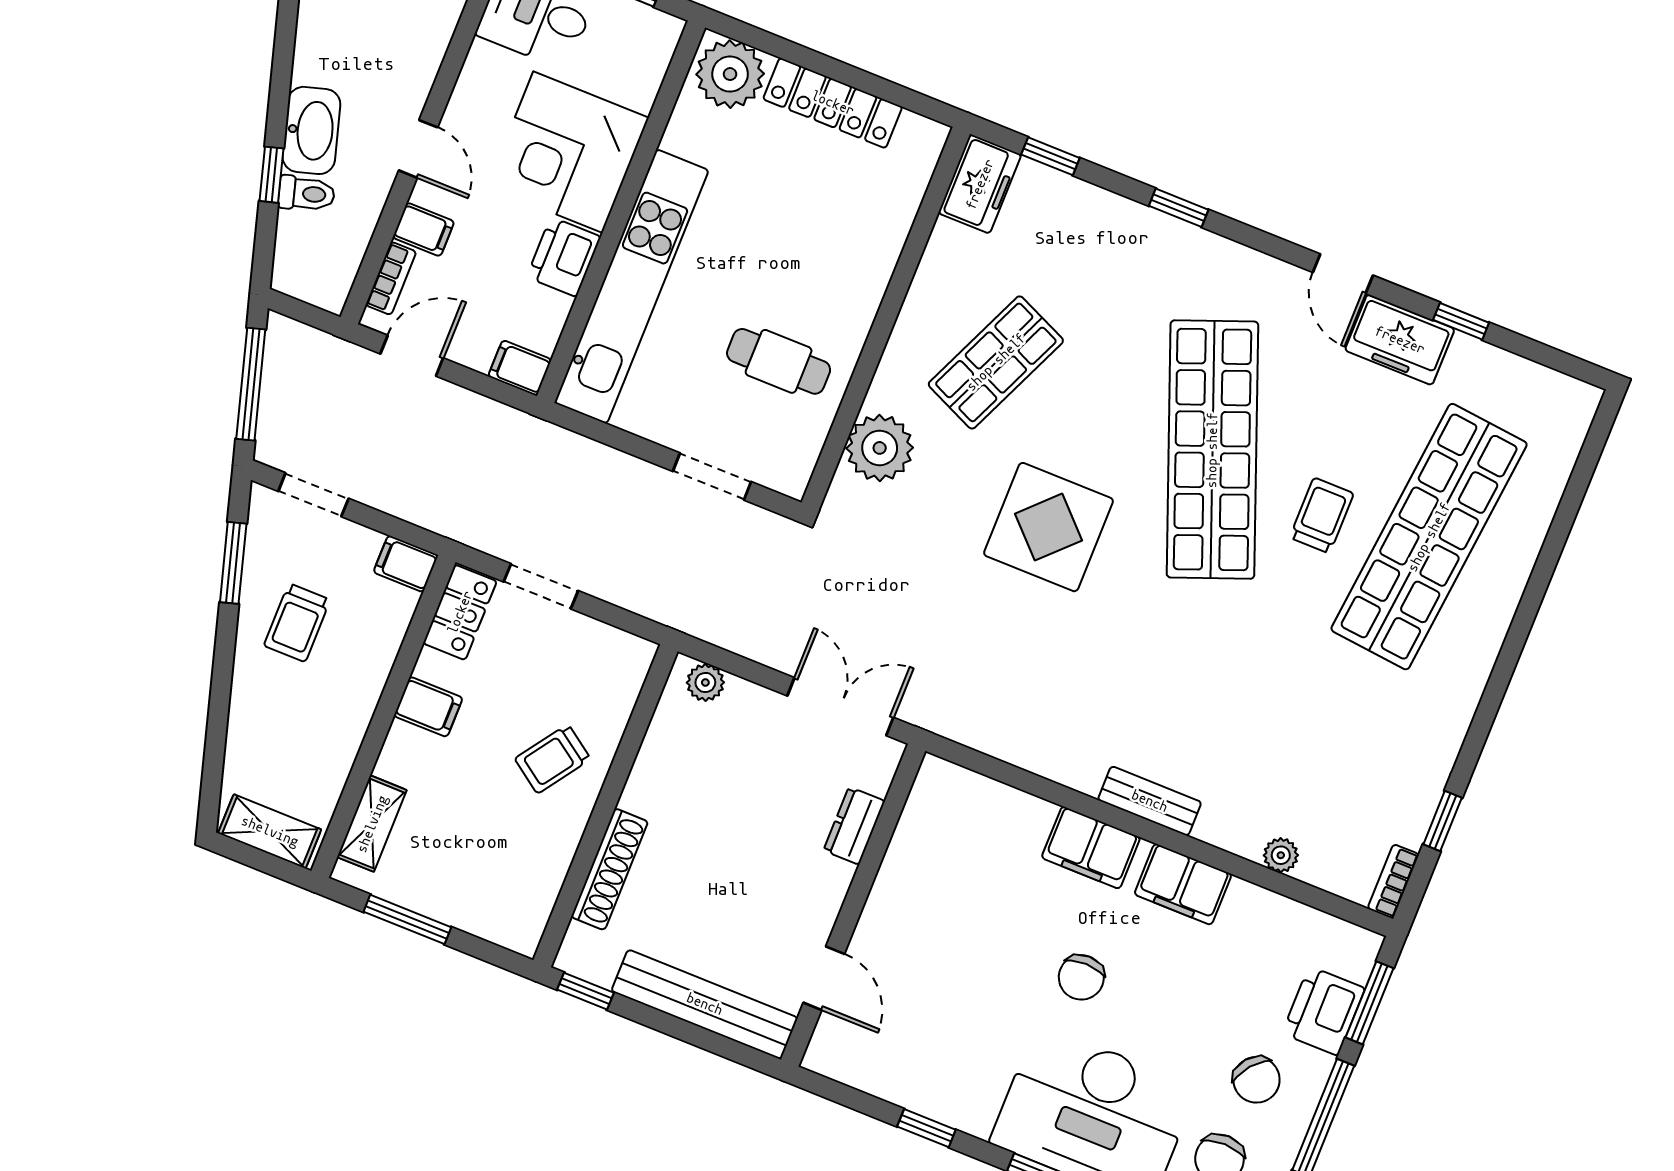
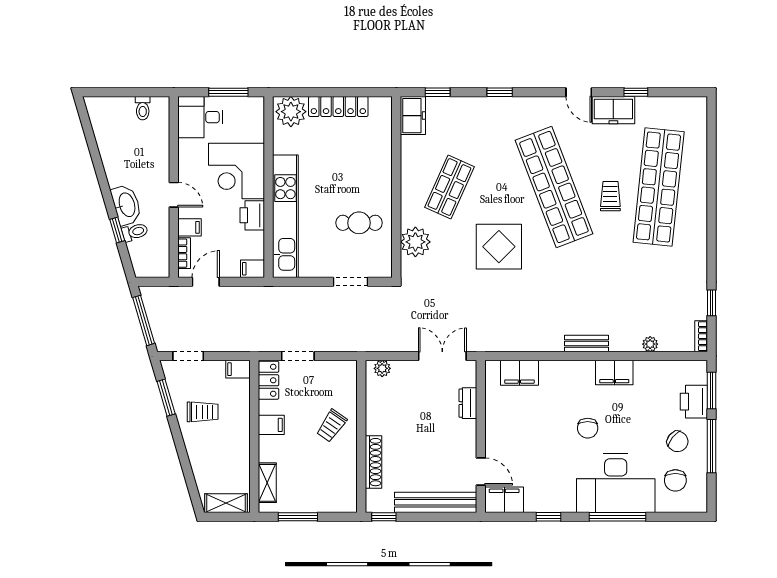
trolley: (297, 623) -> (203, 412), turned -90
filing cabinet: (1091, 848) -> (519, 373), moved
filing cabinet: (849, 1056) -> (504, 500), added

